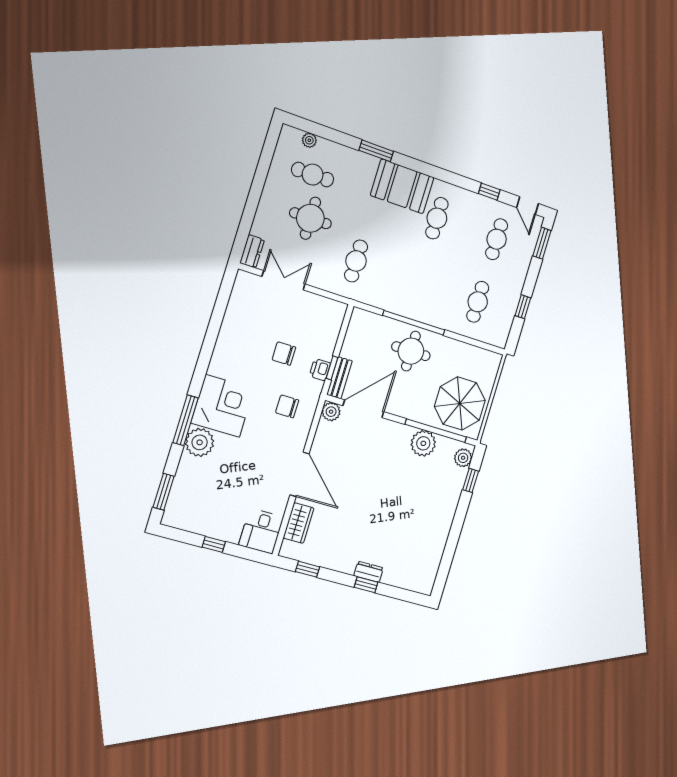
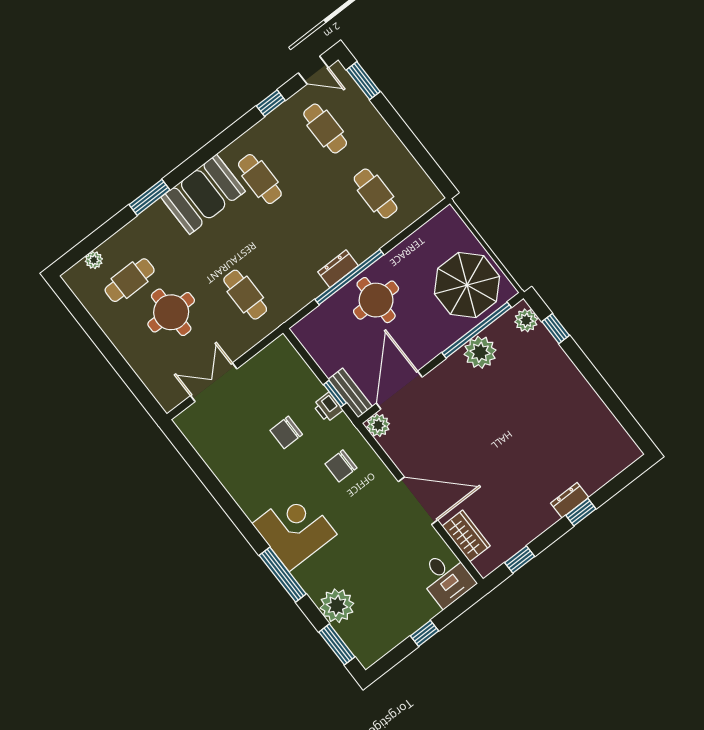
dresser: (252, 251) -> (338, 269), moved, turned -90
window: (523, 307) -> (415, 147), removed
plant: (200, 442) -> (337, 606), moved

